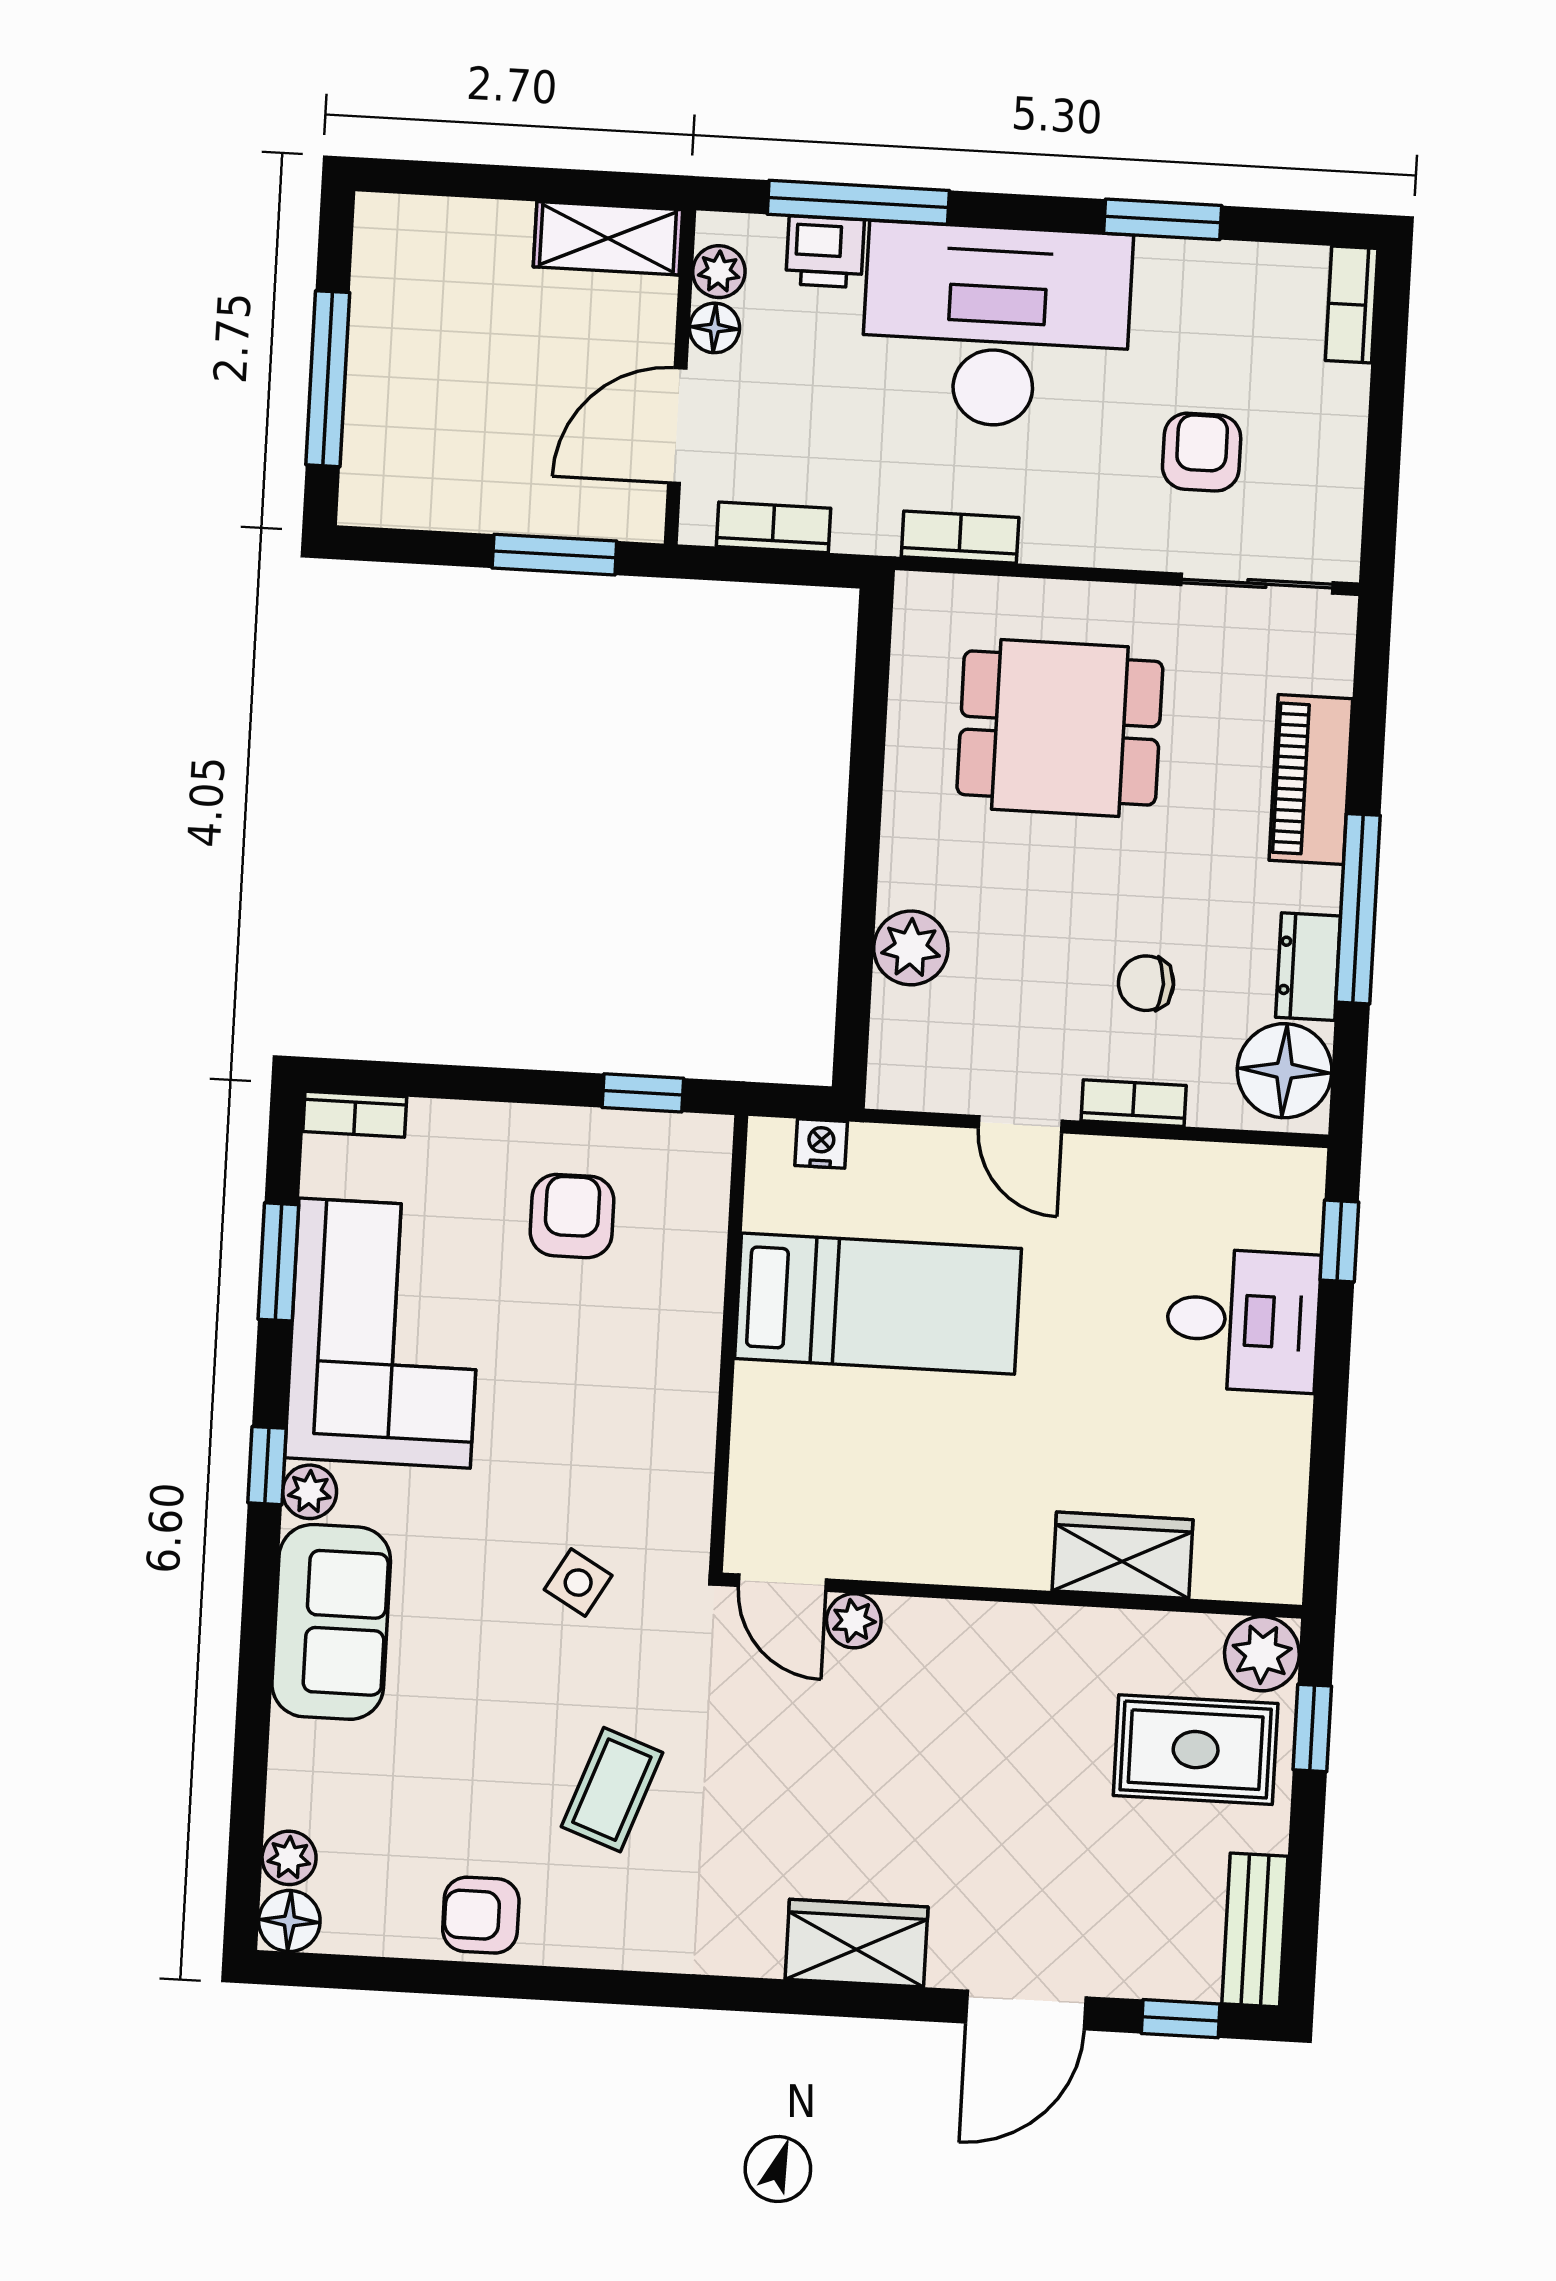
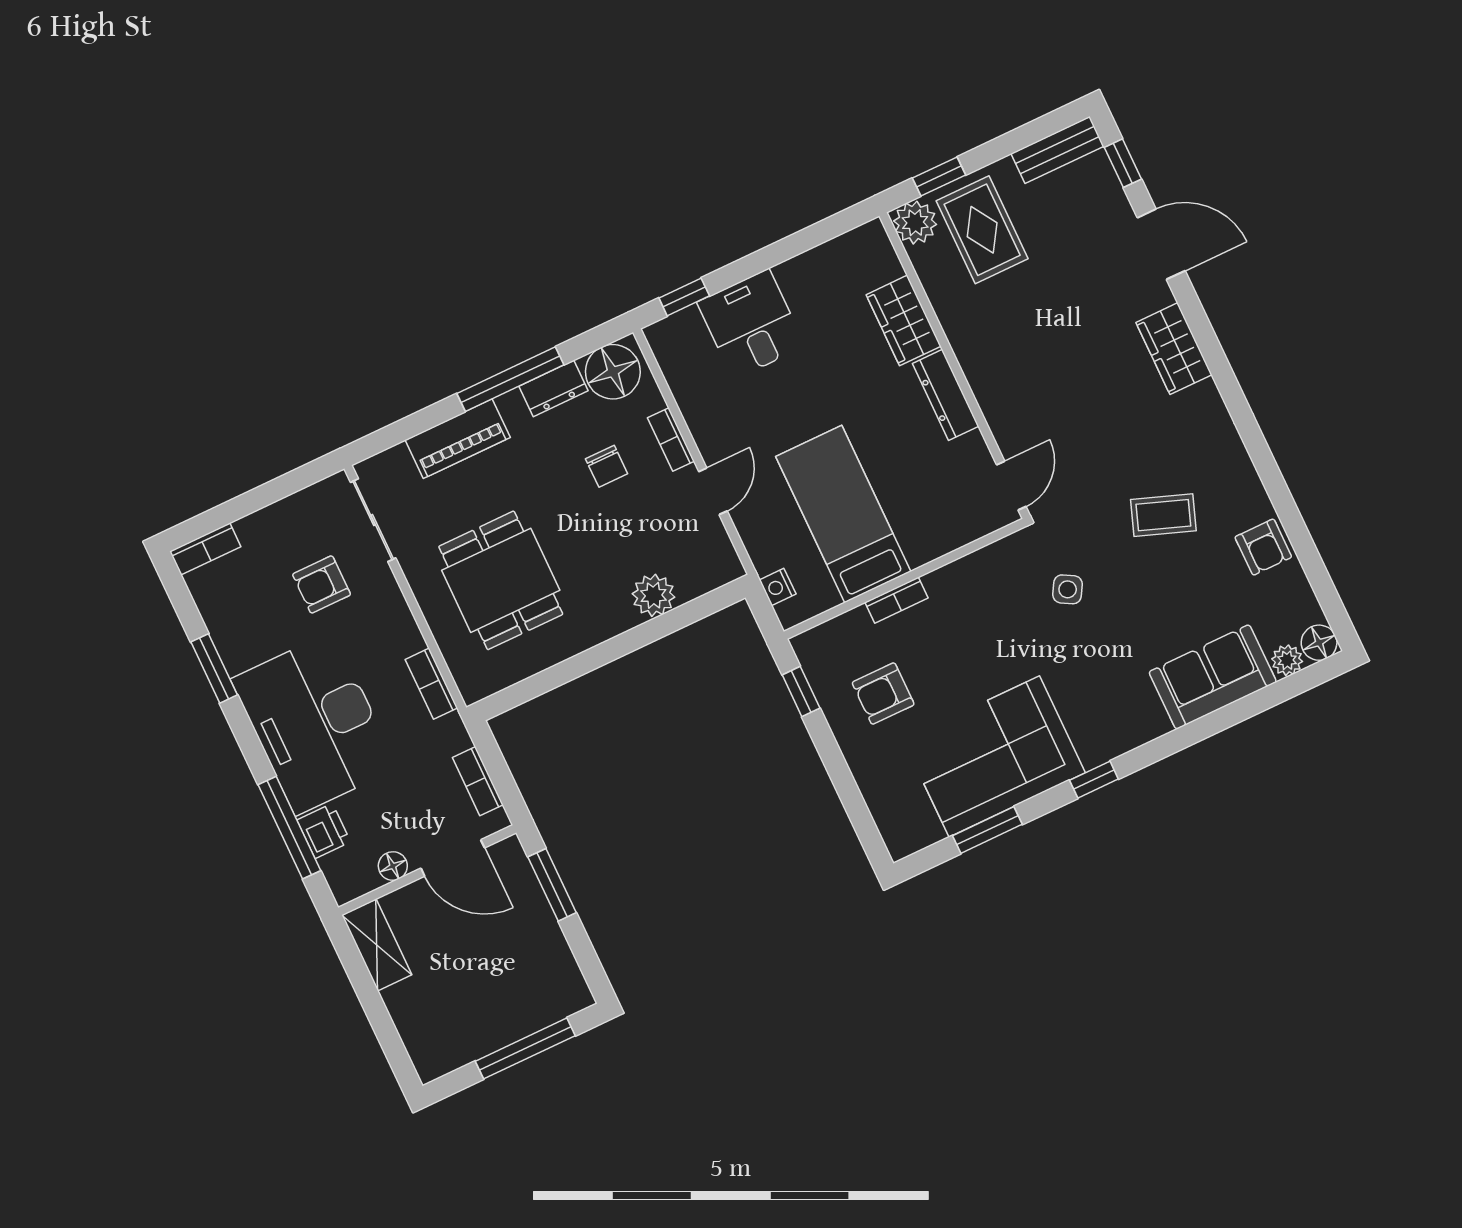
plant: (719, 272) -> (363, 879), removed
bookcase: (355, 1114) -> (896, 600), moved, turned 90
plant: (310, 1492) -> (1096, 751), removed
dresser: (975, 1558) -> (946, 395), added
plant: (854, 1621) -> (1011, 439), removed
sofa: (331, 1622) -> (1213, 677), moved

